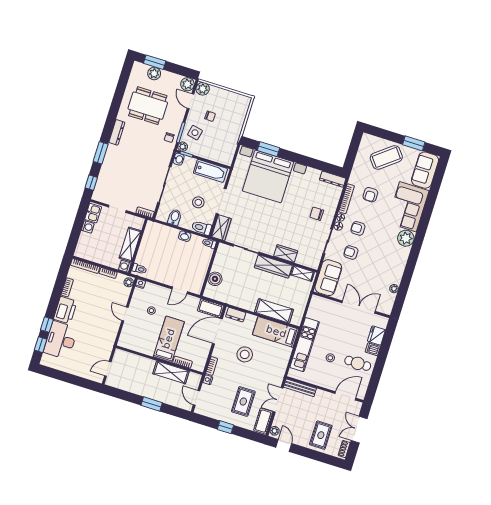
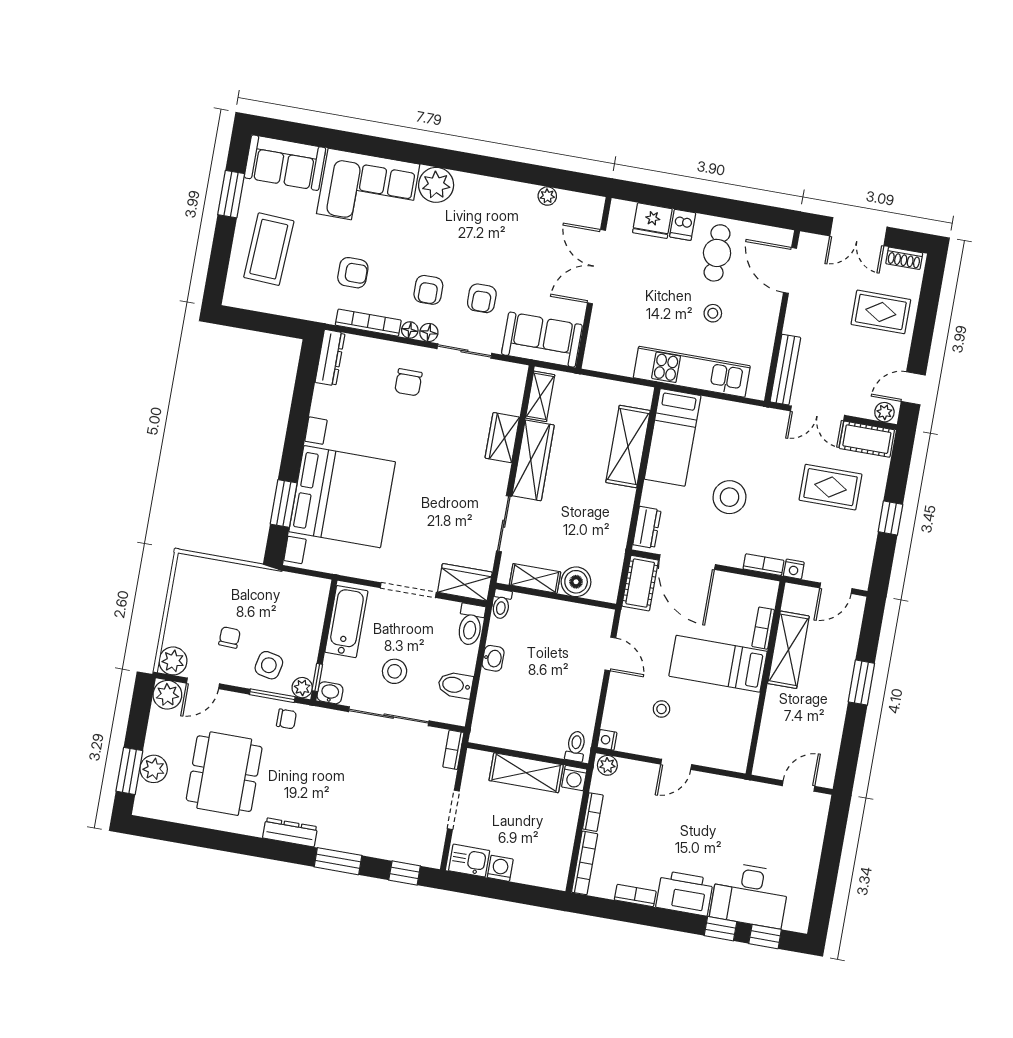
coffee table: (386, 157) -> (269, 249), turned 41
stool: (198, 202) -> (395, 671), moved
shelving: (219, 260) -> (535, 578), added
door: (108, 369) -> (798, 786), swing flipped

